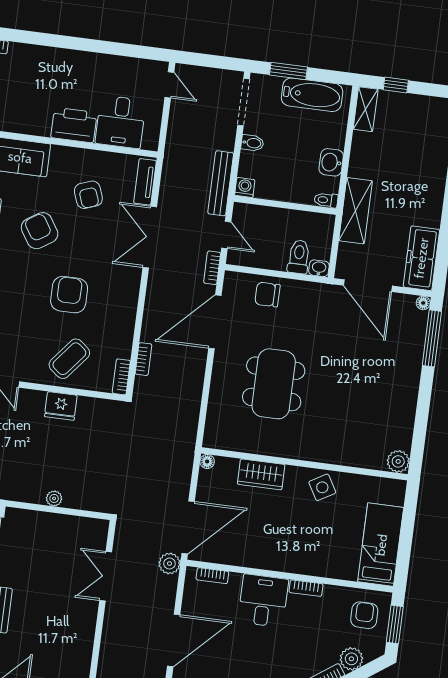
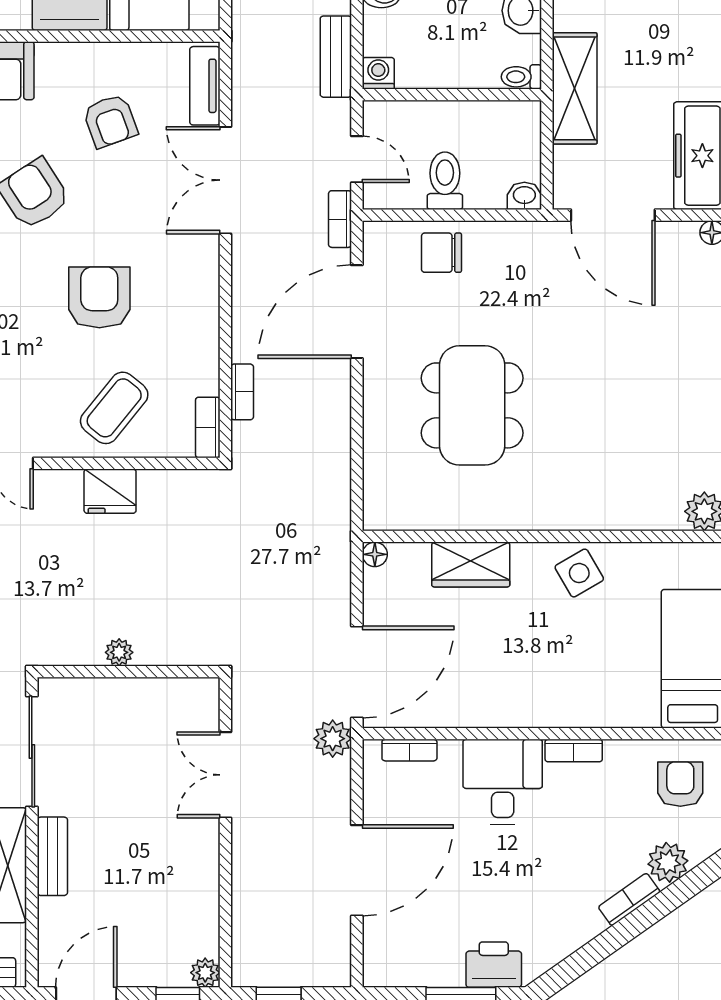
bench: (221, 183) -> (336, 57), width x0.73
toilet: (299, 257) -> (445, 181), moved

